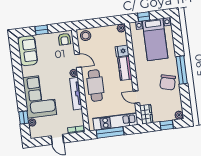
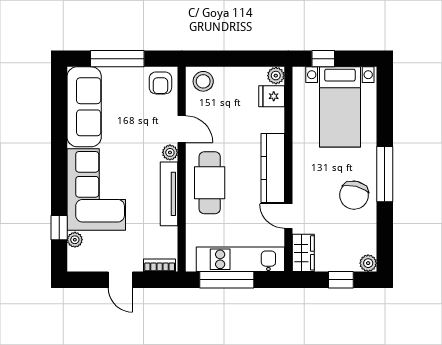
window: (42, 30) -> (117, 59), width x2.17
sofa: (28, 51) -> (84, 107), width x1.36
fridge: (122, 51) -> (272, 96), moved
kitchen counter: (125, 68) -> (273, 168), width x1.50

